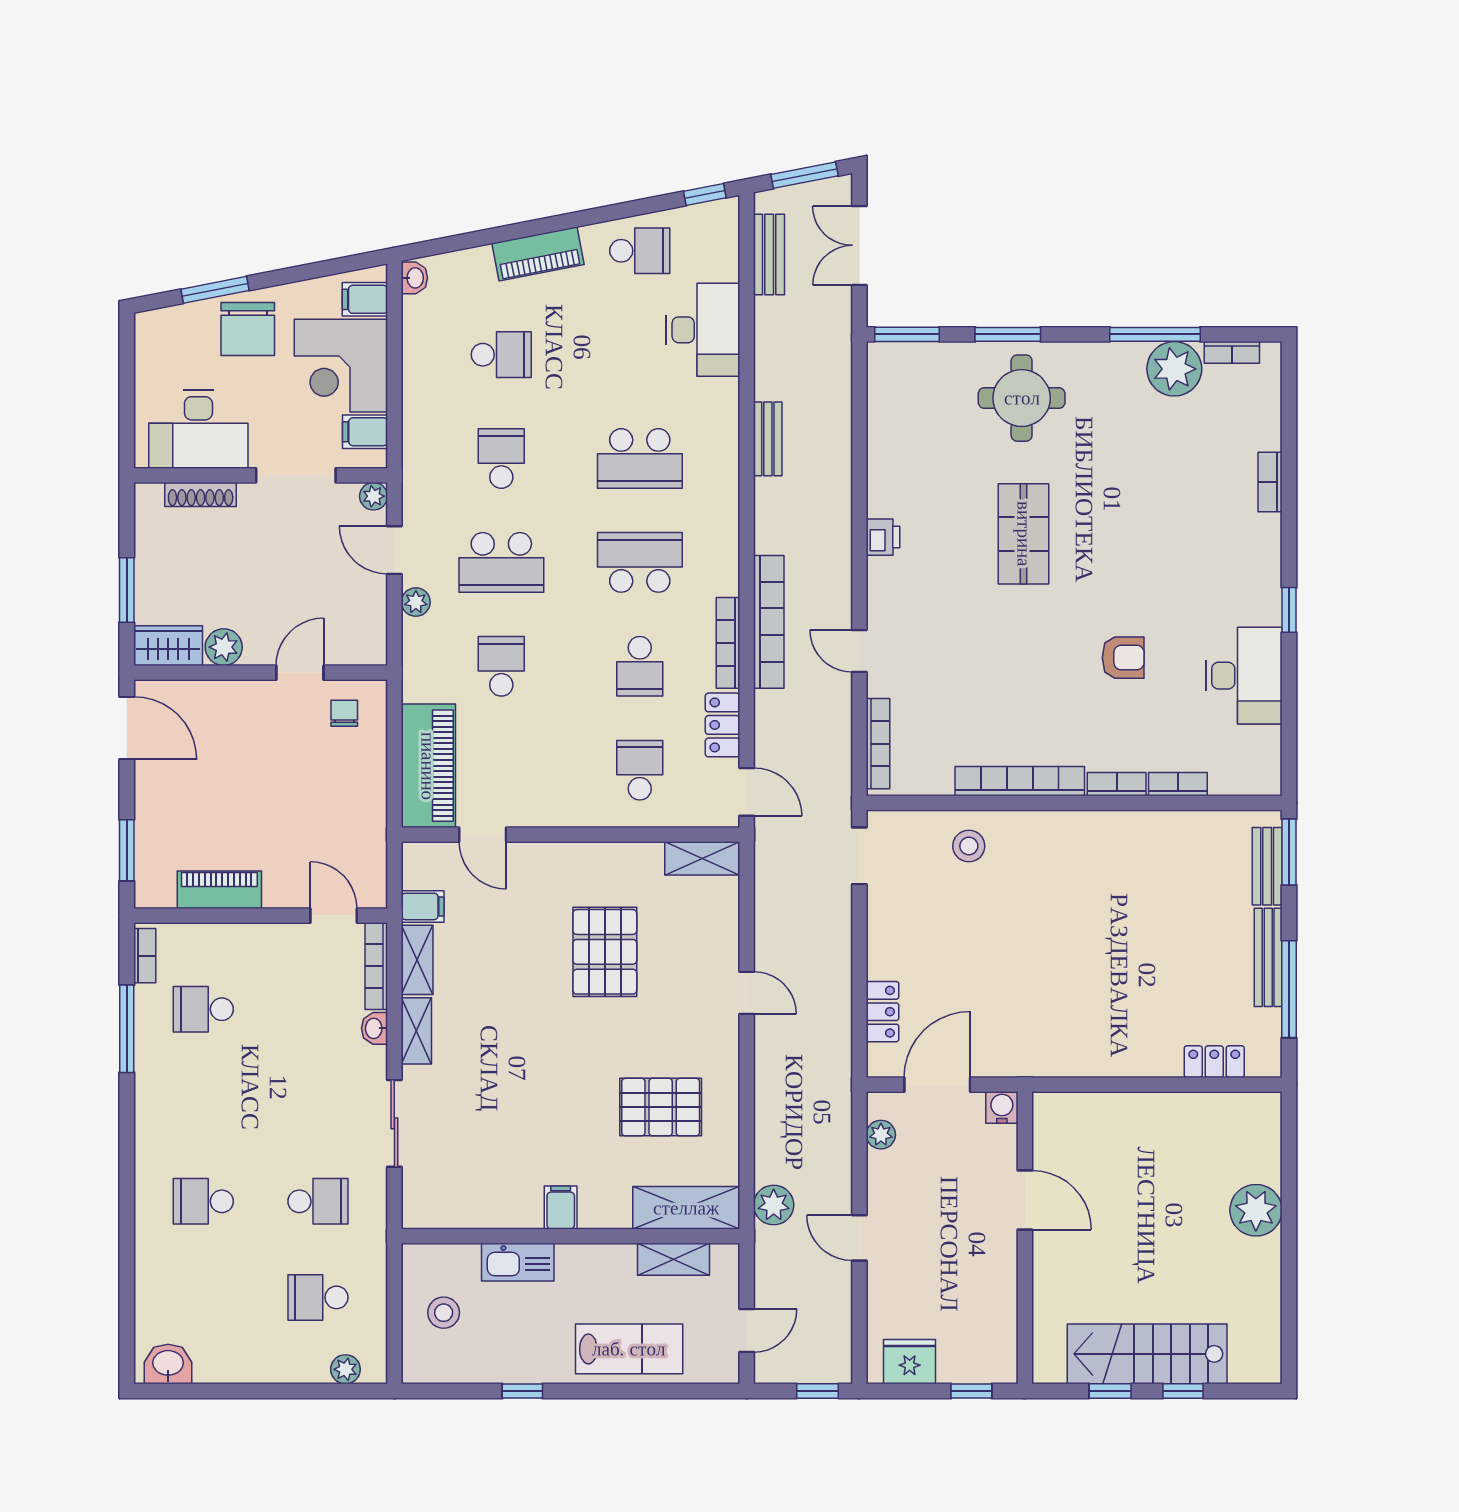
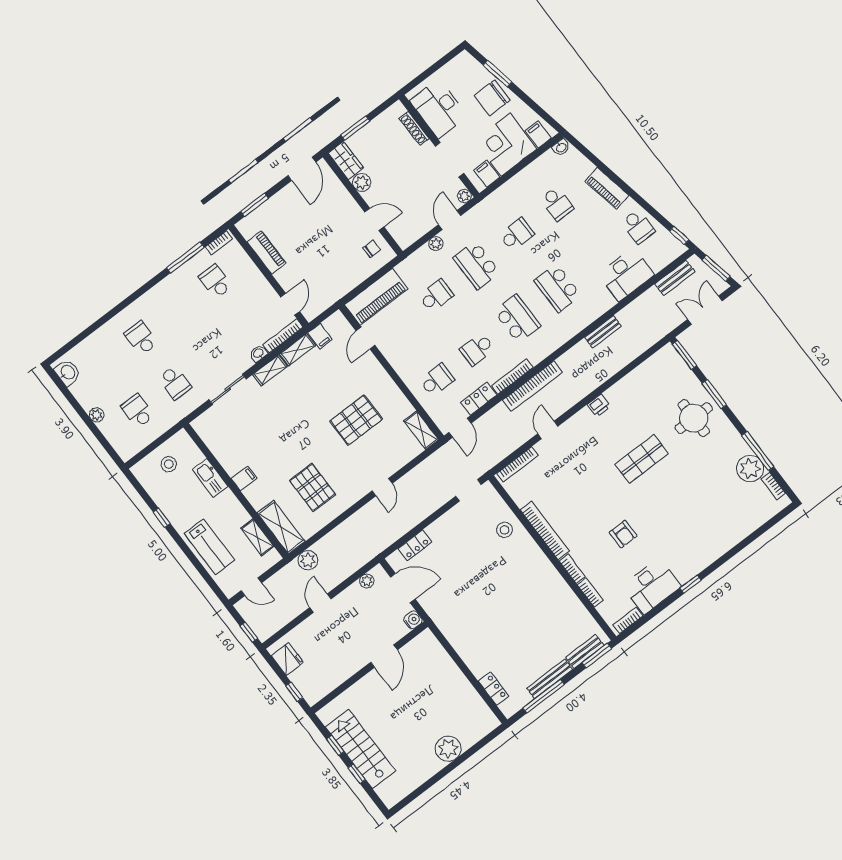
bookcase: (1270, 482) -> (628, 620), moved
plant: (345, 1369) -> (97, 415), moved

